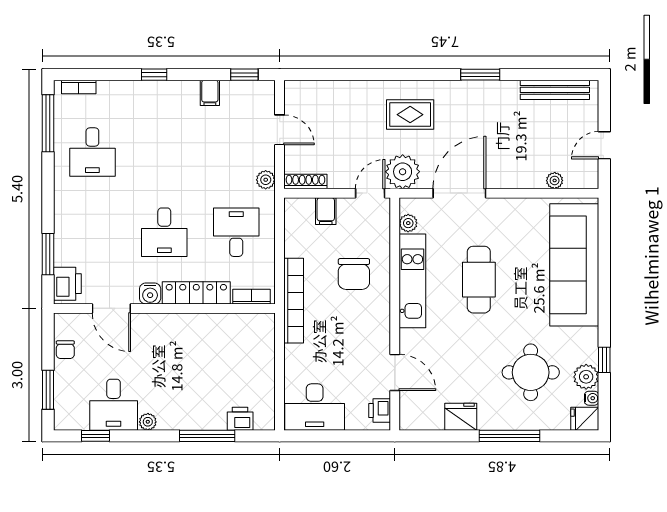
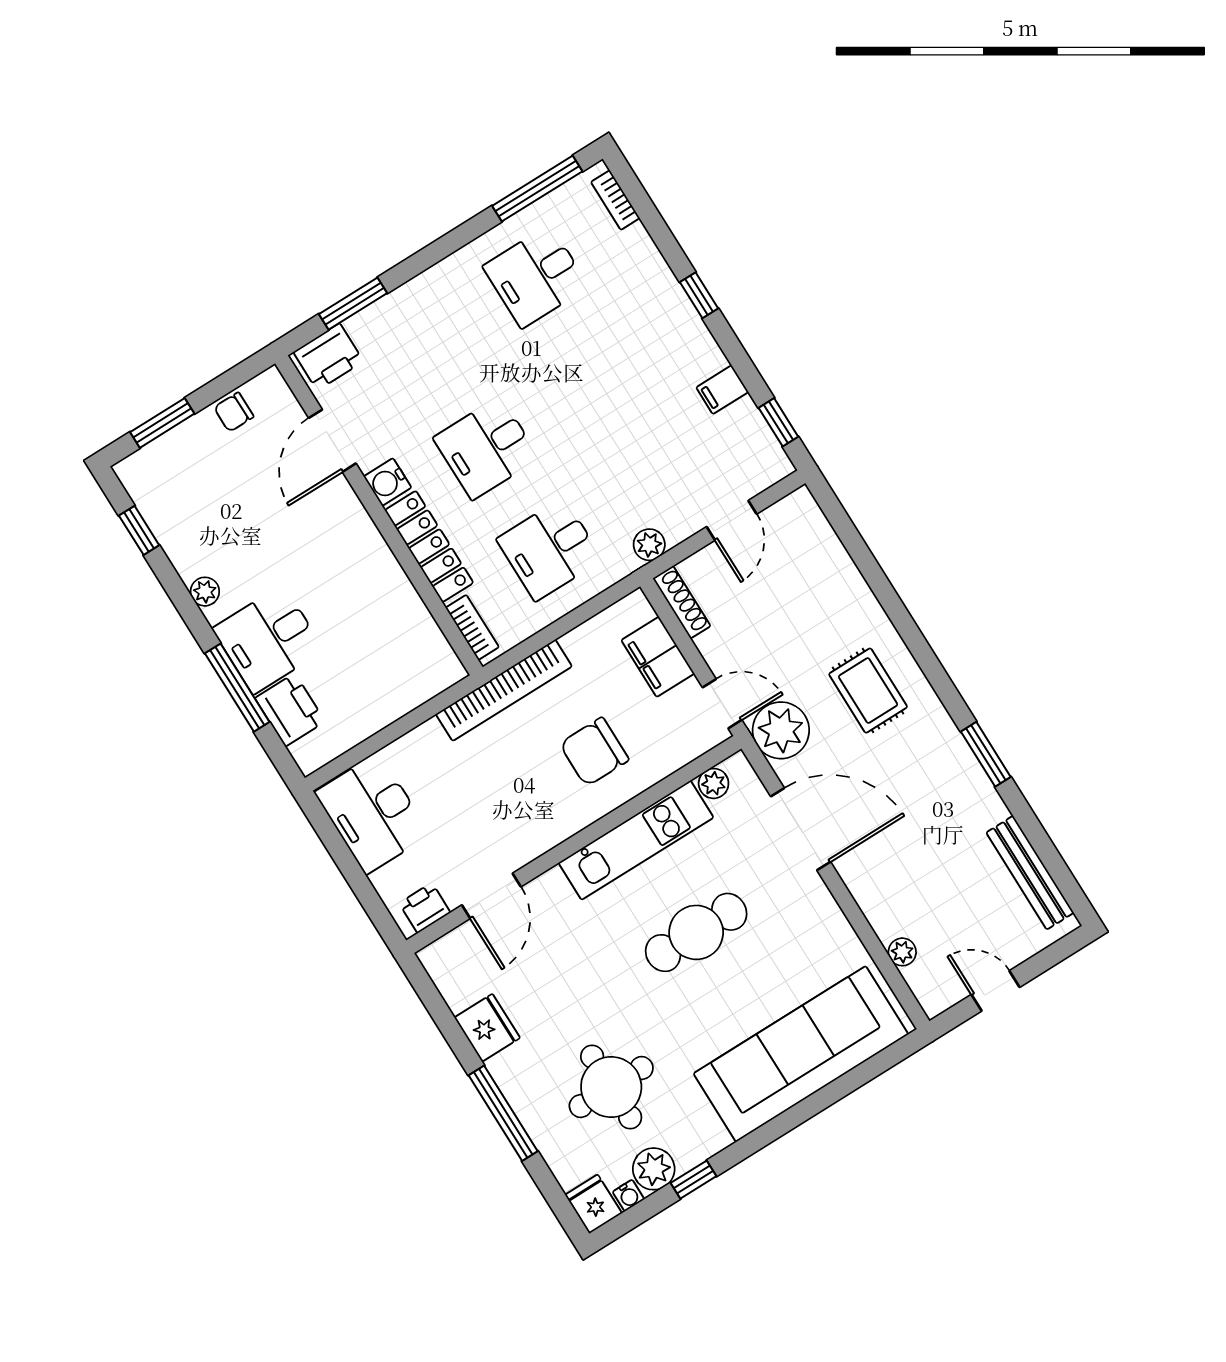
filing cabinet: (326, 211) -> (658, 657), width x2.00
desk: (236, 232) -> (550, 549), turned 180
desk: (114, 405) -> (268, 639), moved
printer: (240, 419) -> (290, 710), width x1.36, depth x1.24

